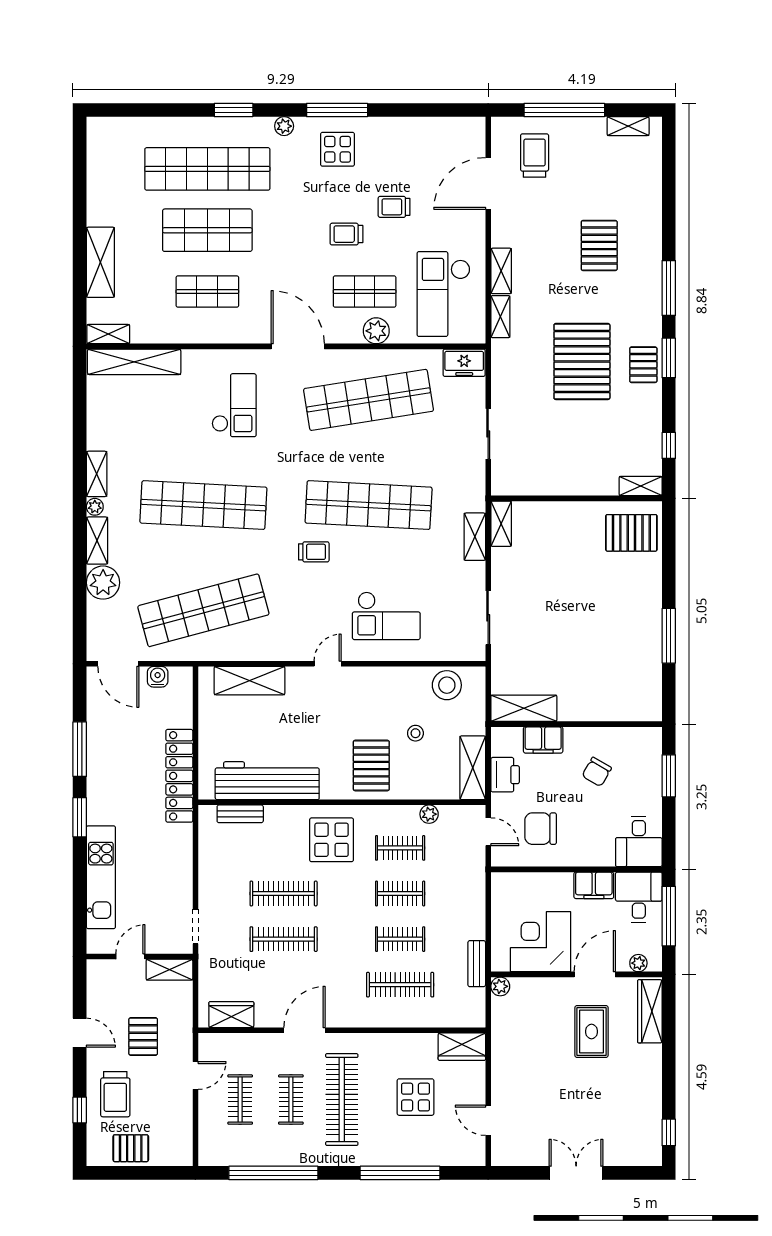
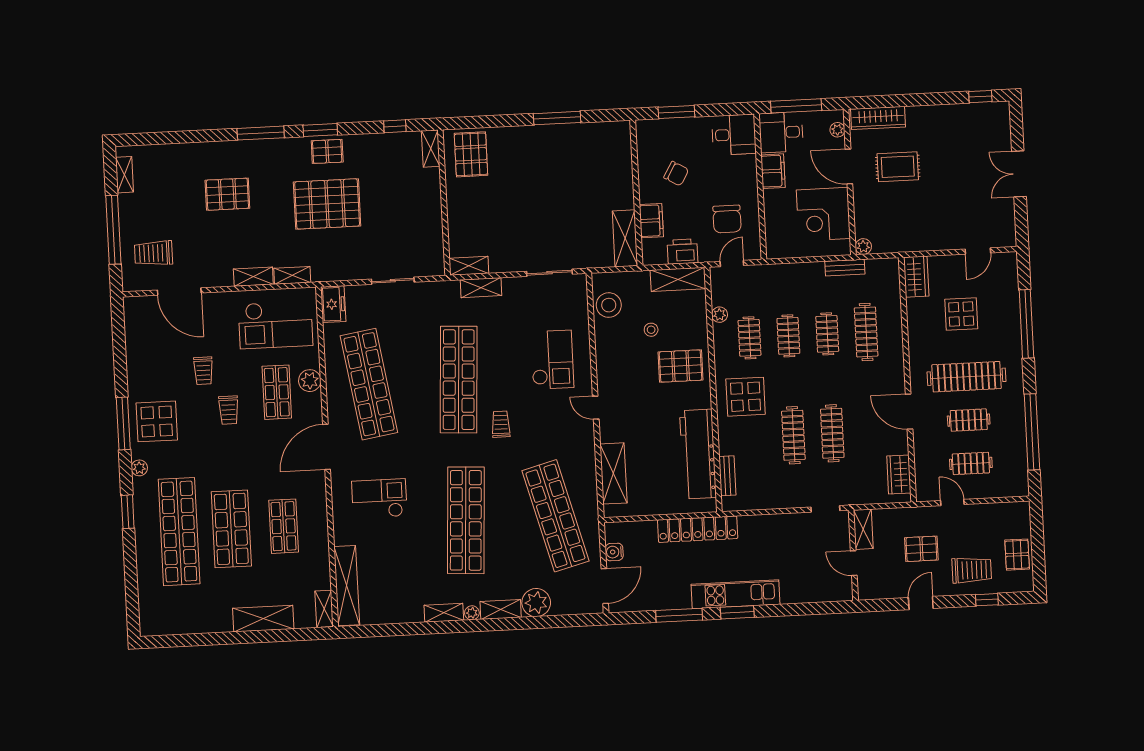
display table: (338, 149) -> (157, 421), width x1.36, depth x1.36
kitchen unit: (101, 877) -> (736, 594), moved

